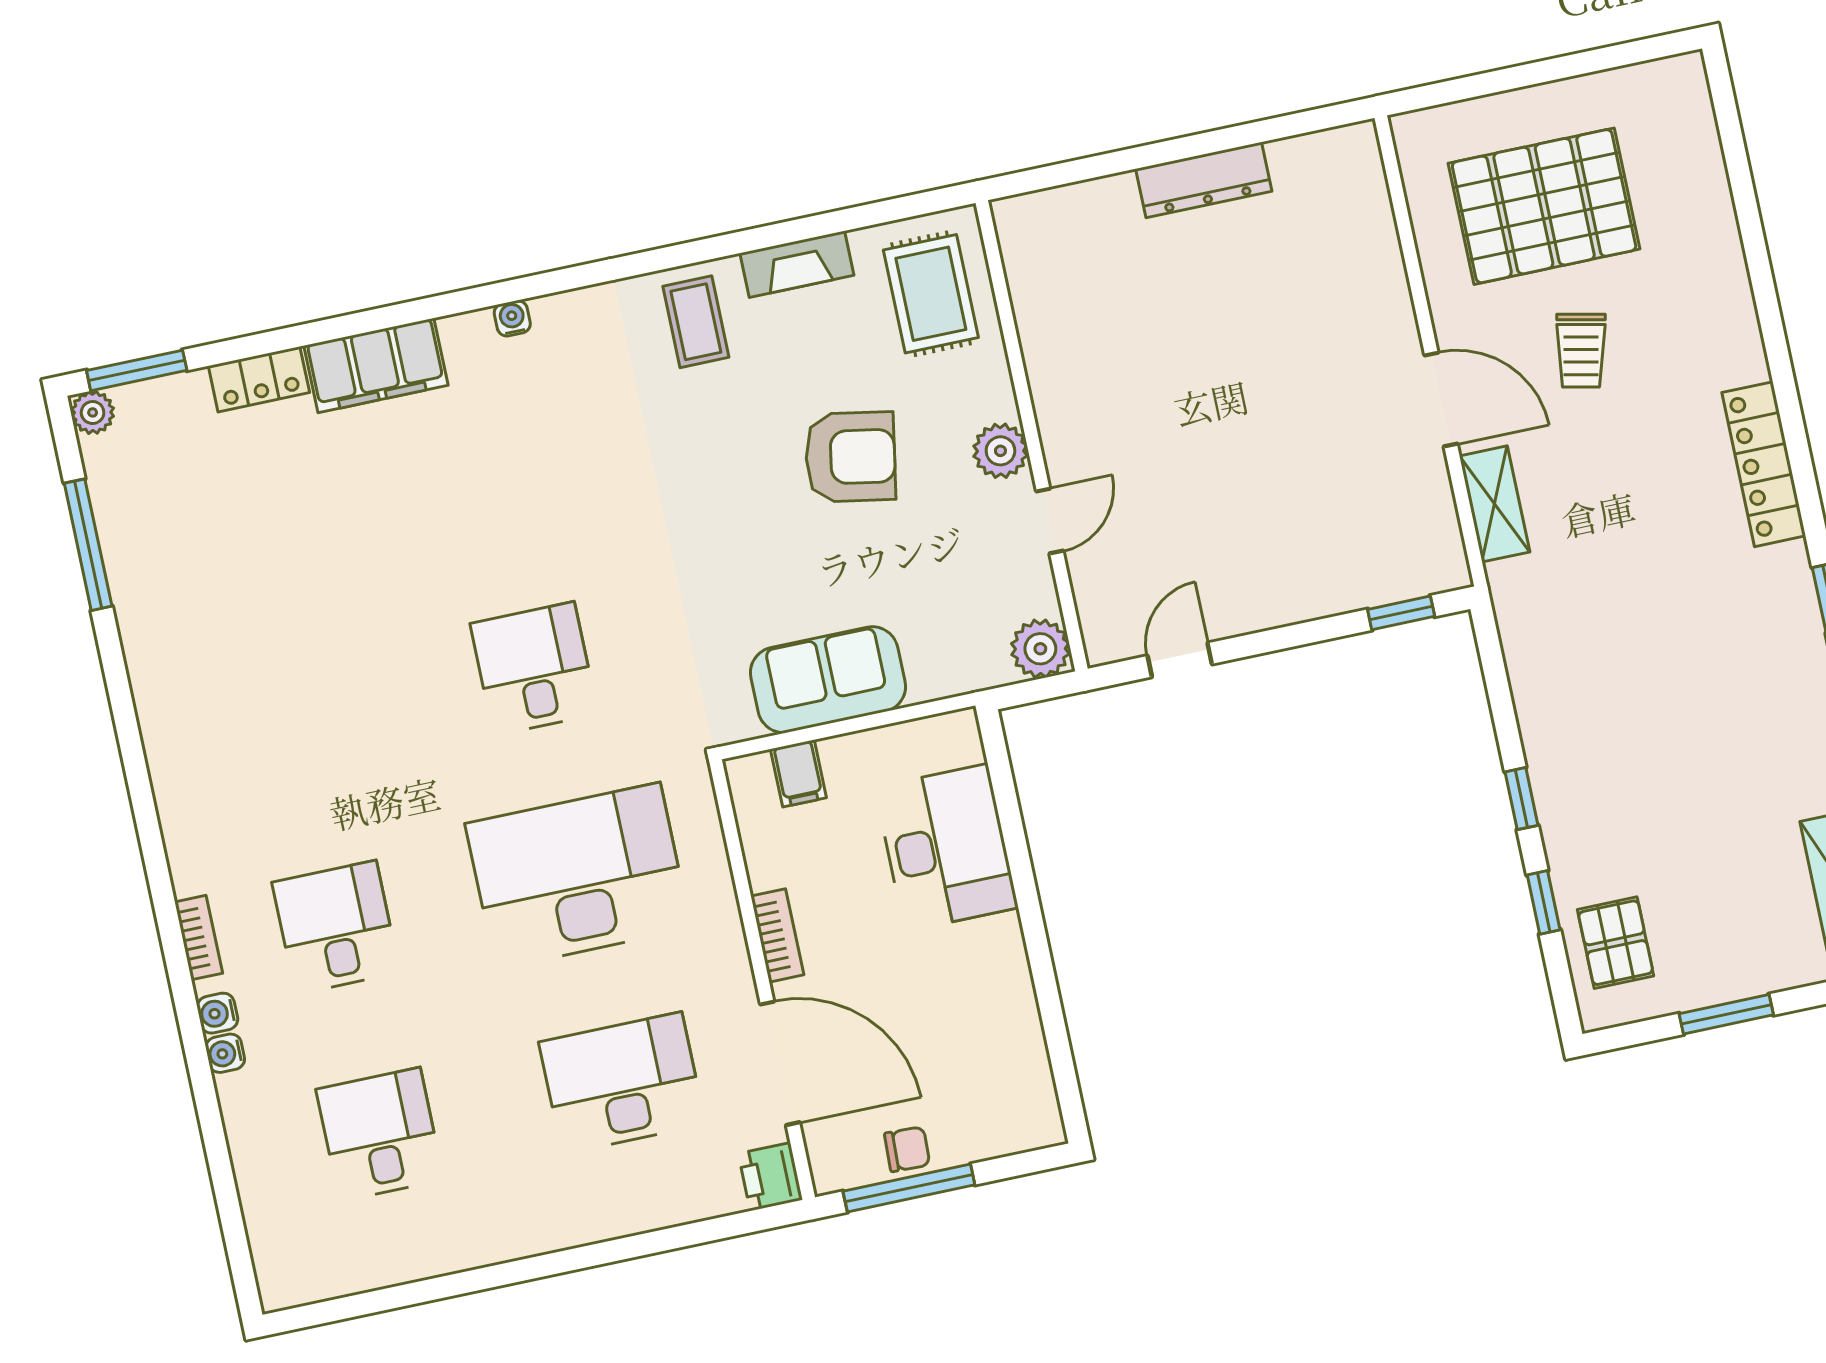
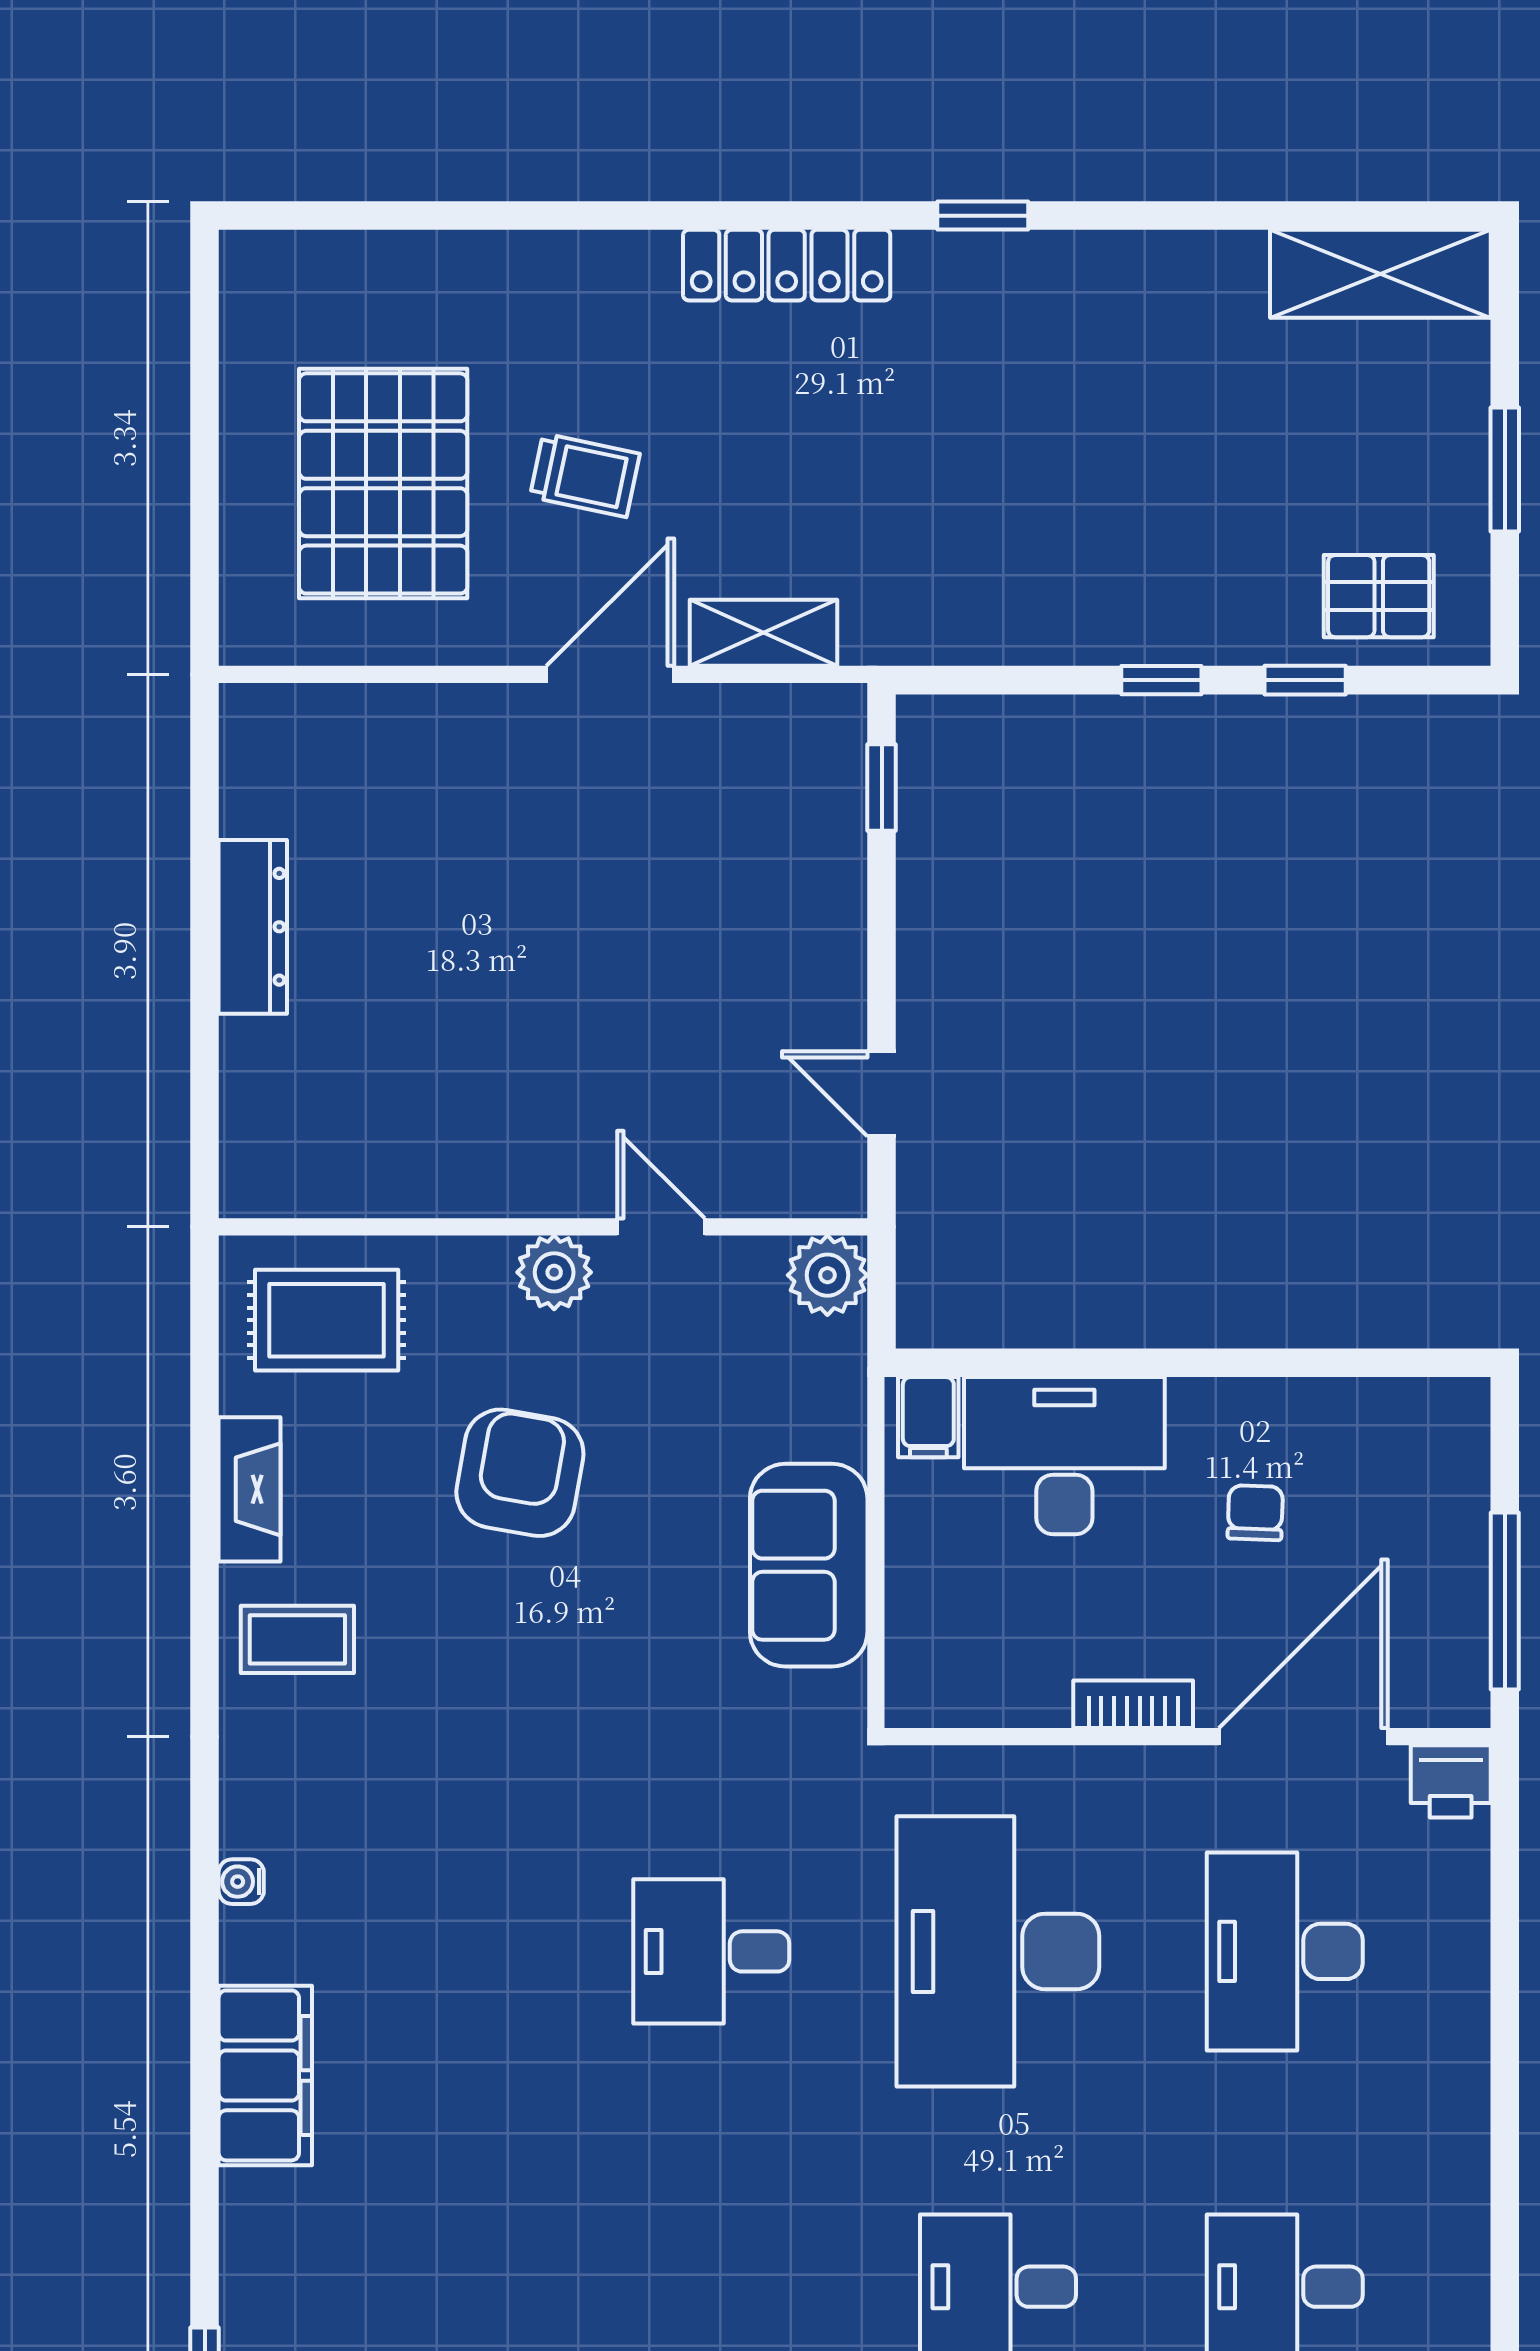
locker: (259, 379) -> (251, 2234), removed
filing cabinet: (798, 774) -> (928, 1417), moved, turned 90
chair: (907, 1149) -> (1255, 1513), moved

